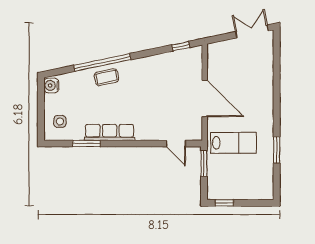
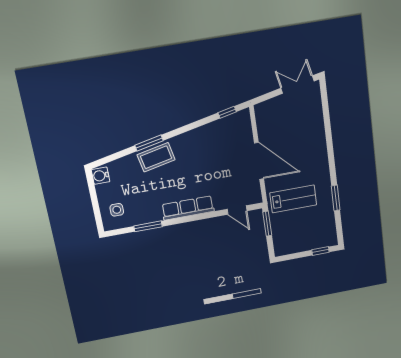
window: (102, 62) -> (149, 143), width x0.47
coffee table: (106, 77) -> (156, 157), width x1.36, depth x1.30
row of seats: (110, 132) -> (188, 208), moved
window: (224, 203) -> (320, 251), moved

